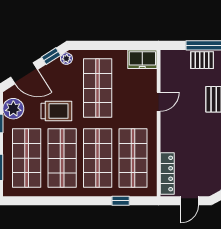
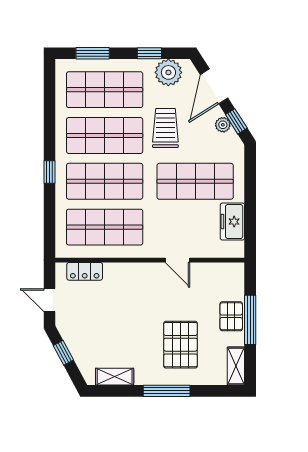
plant: (66, 59) -> (223, 125), moved
freezer: (142, 59) -> (232, 222), moved
trolley: (56, 111) -> (165, 128), turned 180
locker: (167, 173) -> (85, 271), width x0.66
window: (121, 201) -> (50, 172), moved

